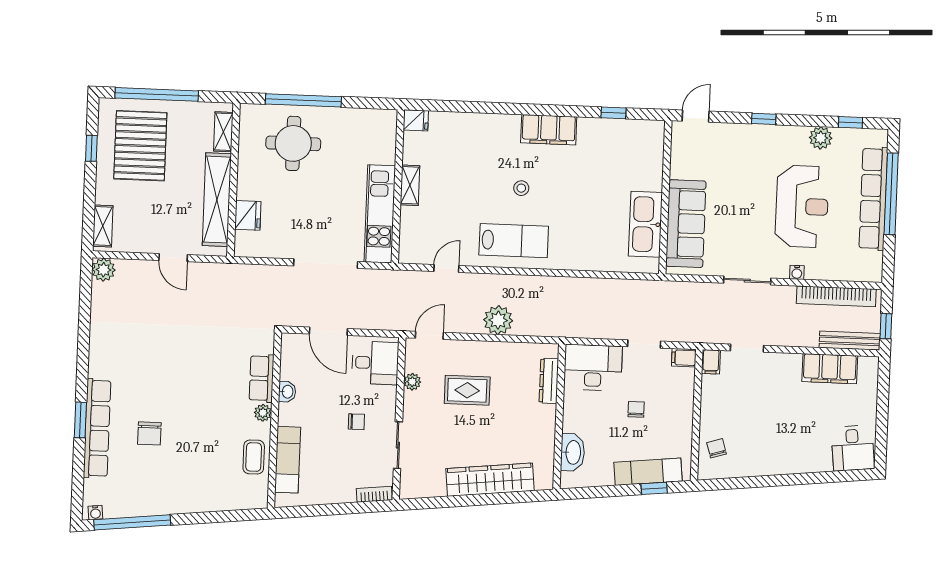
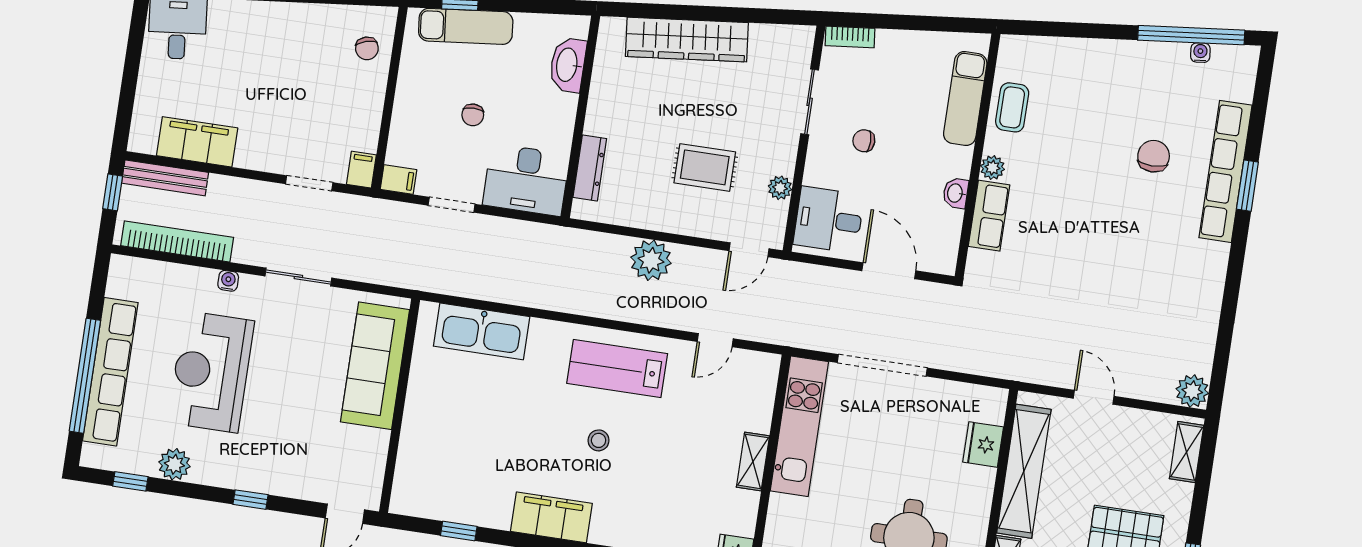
kitchen sink: (645, 224) -> (482, 331), moved, turned 90
water cooler: (95, 513) -> (1200, 53), moved

